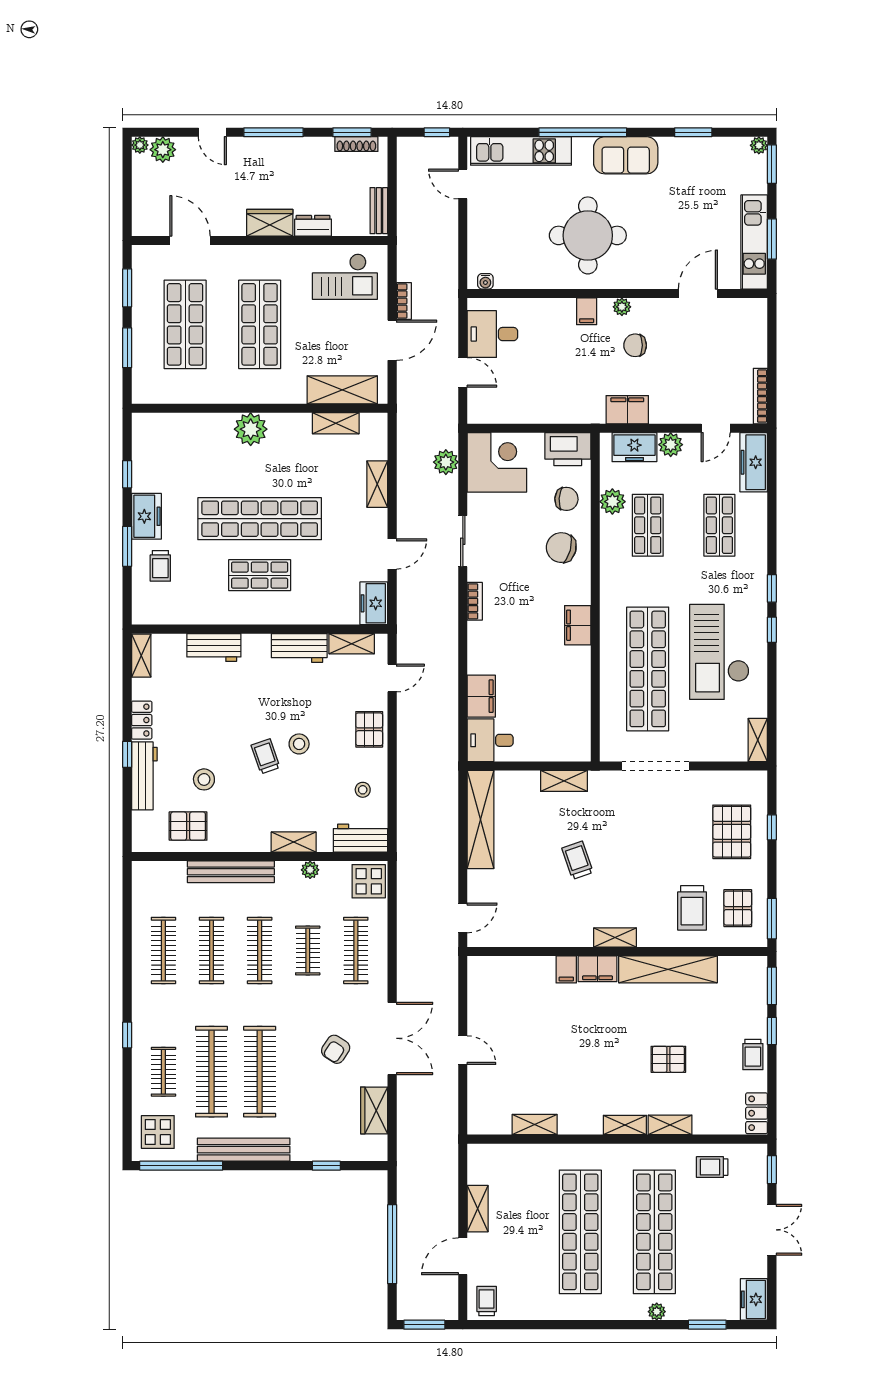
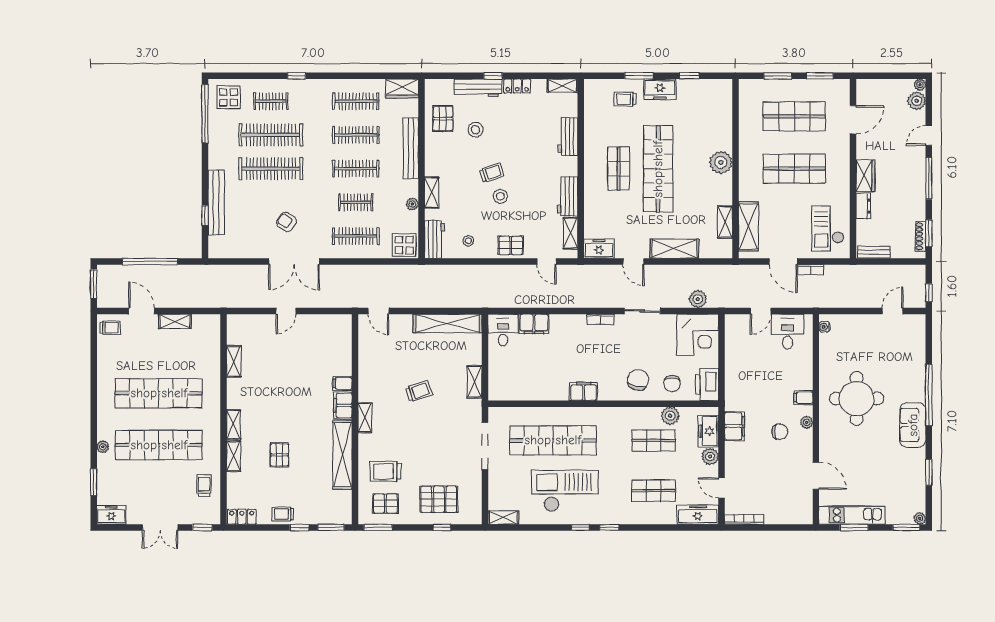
kitchen unit: (521, 151) -> (916, 352), removed
chair: (635, 345) -> (780, 432), turned 90
shelving: (377, 484) -> (674, 249), width x1.50, depth x1.33
wardrobe: (374, 1110) -> (402, 88), moved, turned 180
bench: (244, 1150) -> (216, 203), moved

